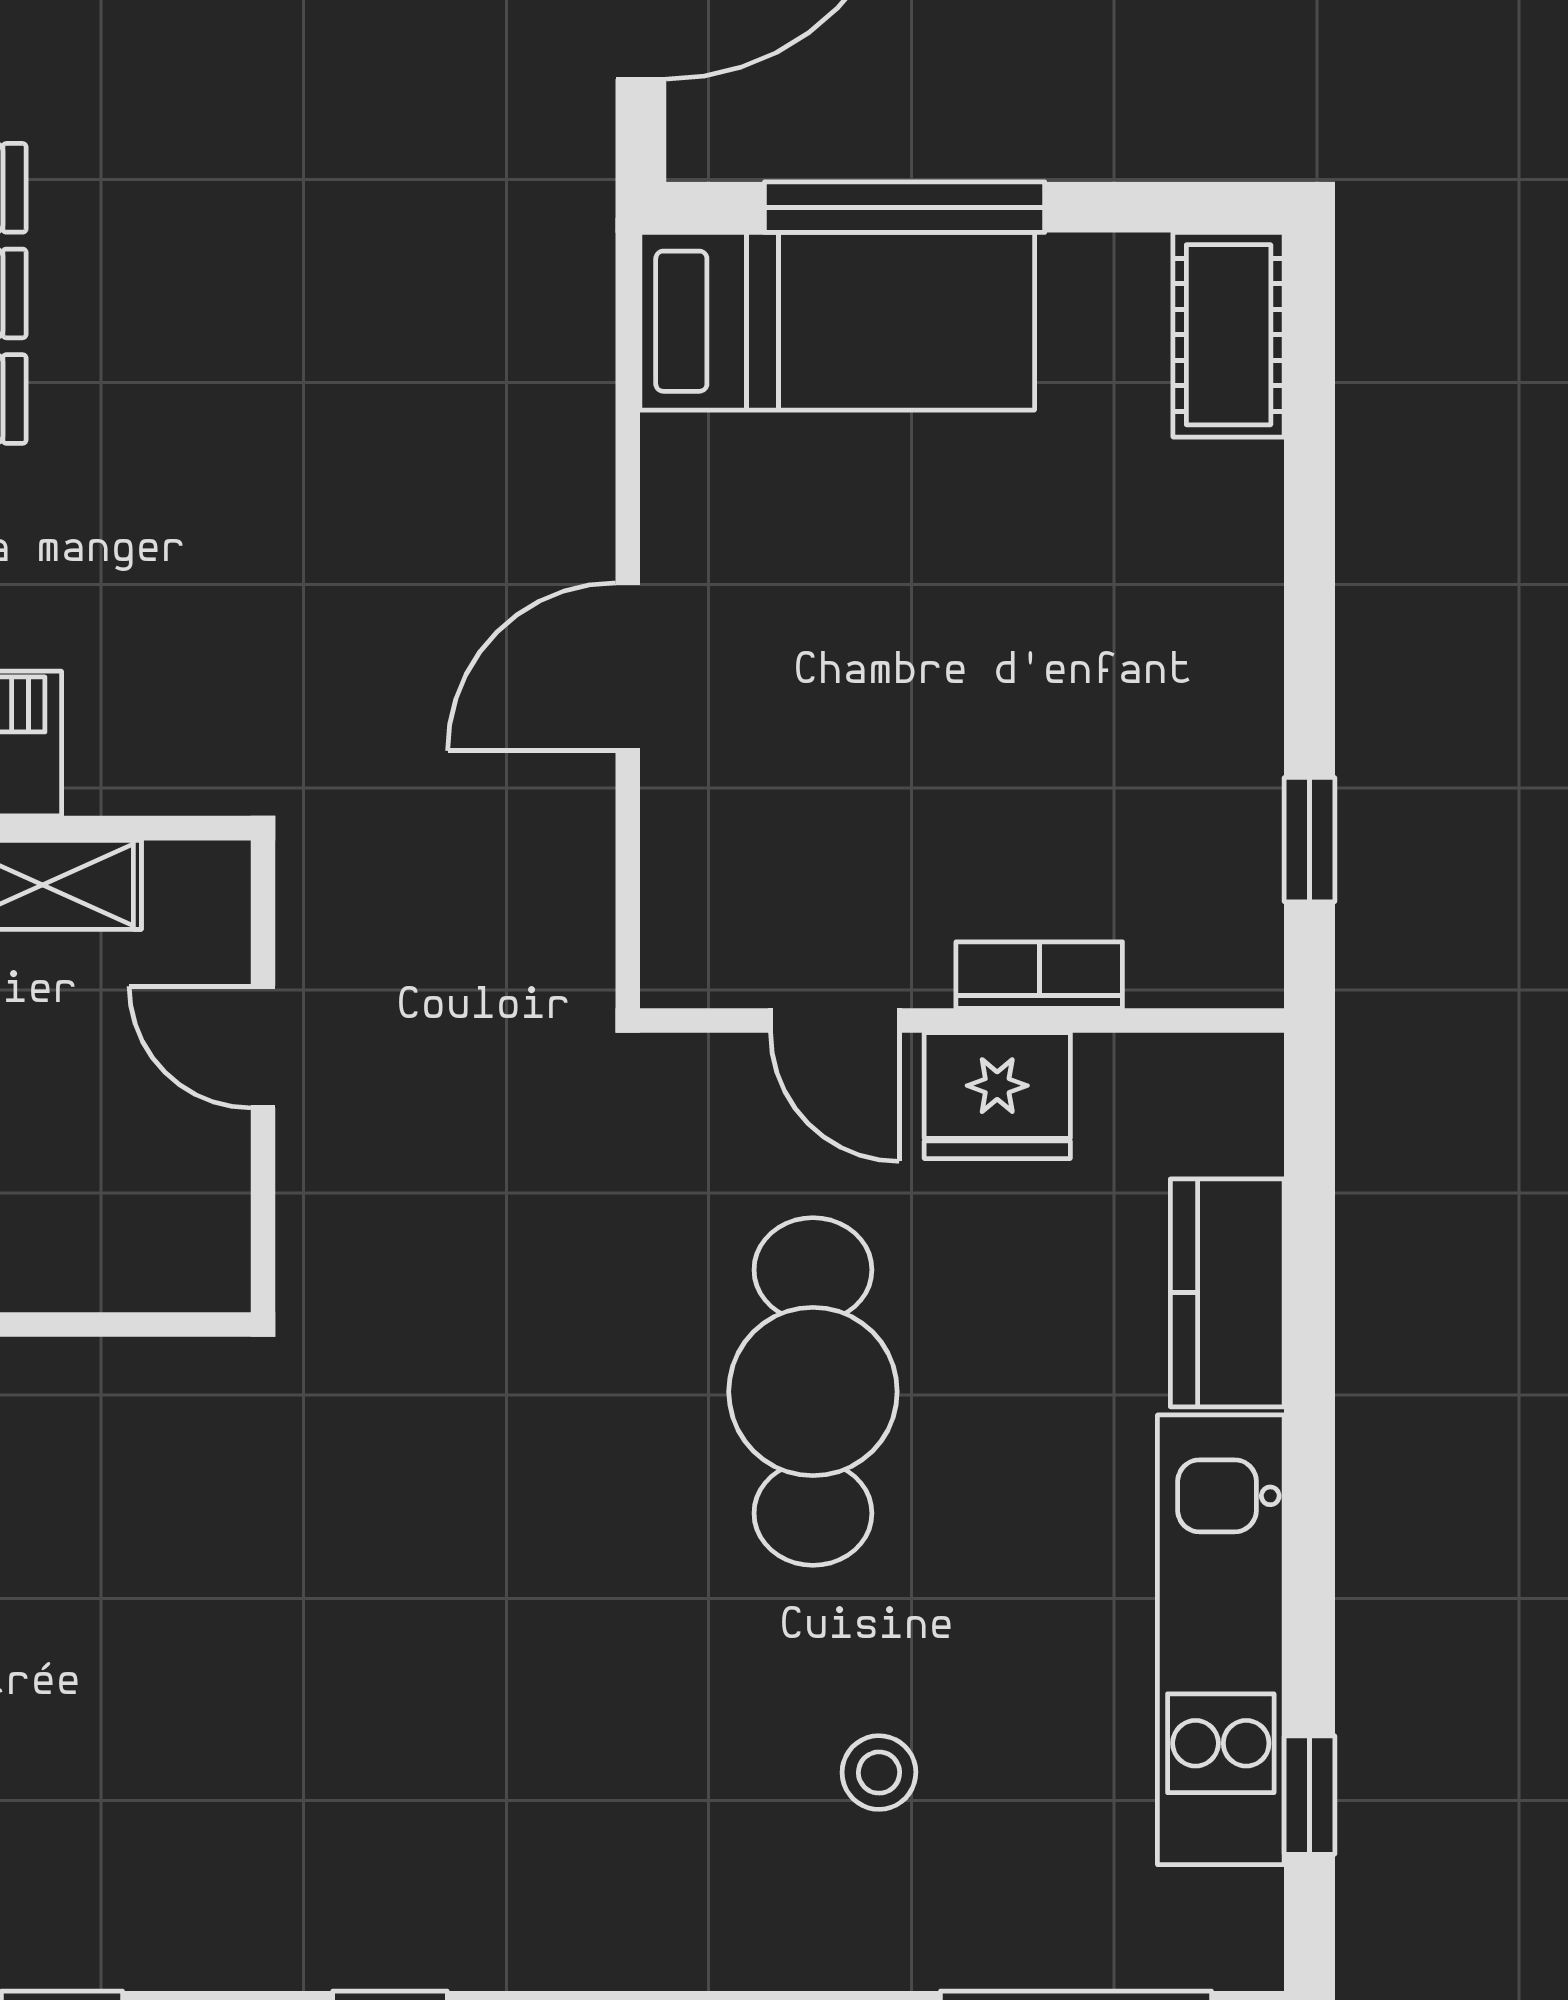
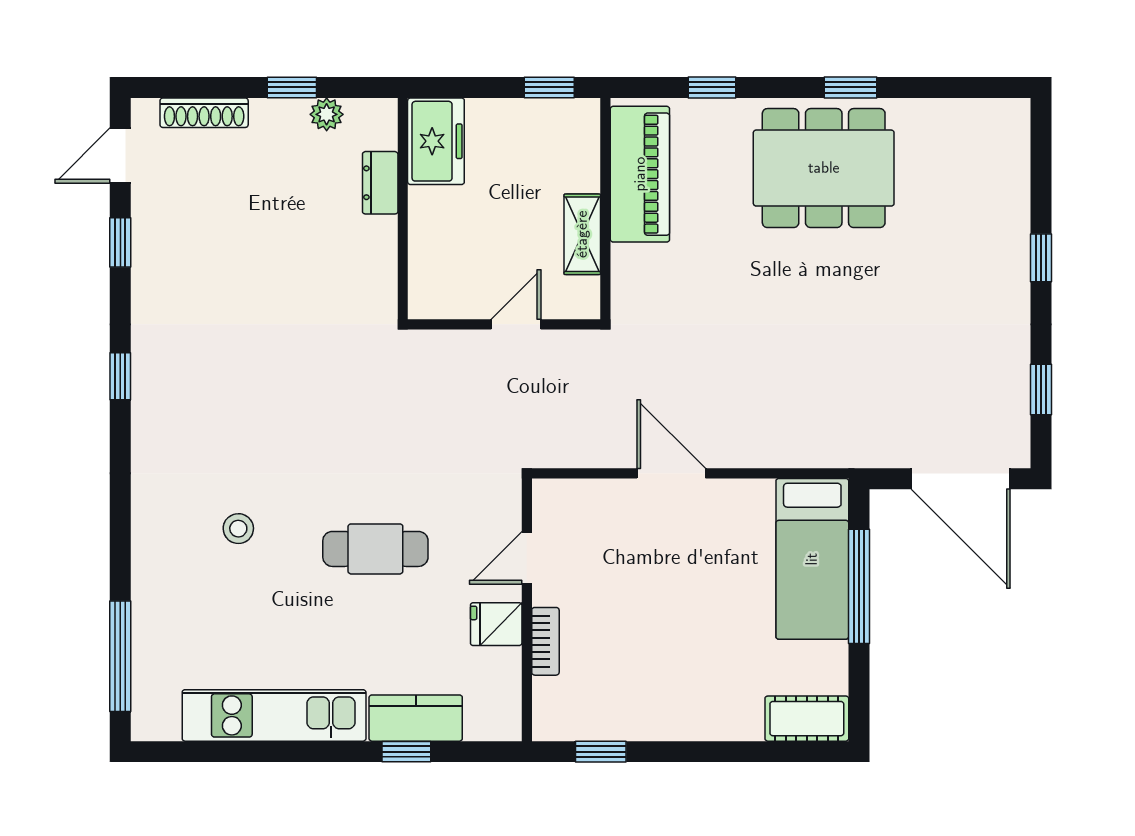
fridge: (997, 1096) -> (496, 624), width x0.72
cafe table: (813, 1392) -> (375, 549), width x0.73, depth x0.74
stool: (879, 1773) -> (238, 529), moved
window: (1310, 1795) -> (406, 752), moved

